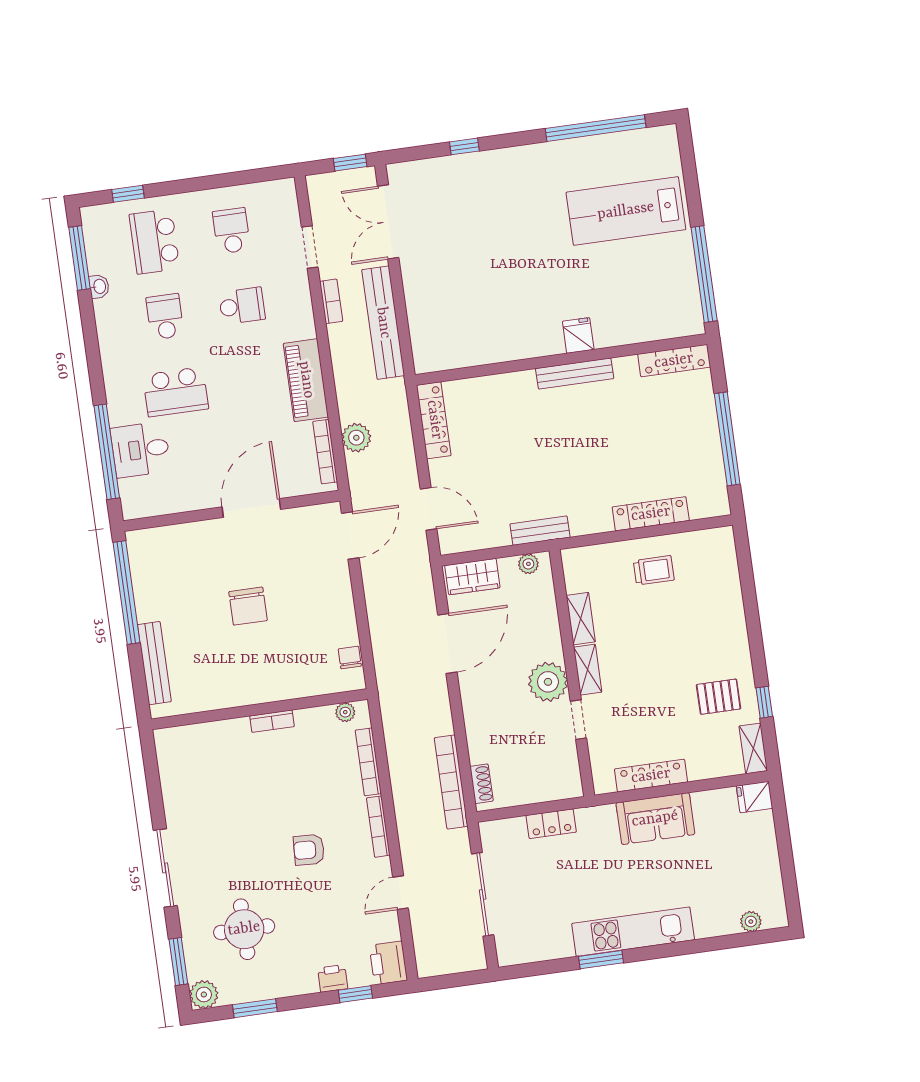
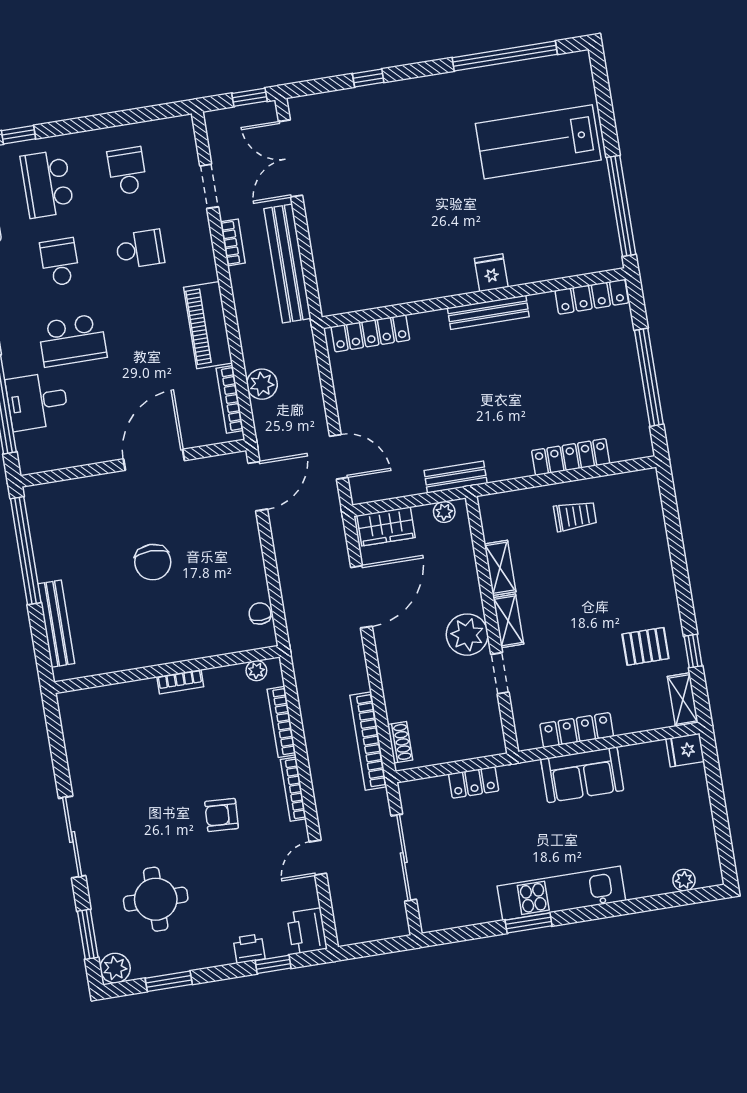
locker: (434, 420) -> (370, 333), moved, turned 90

